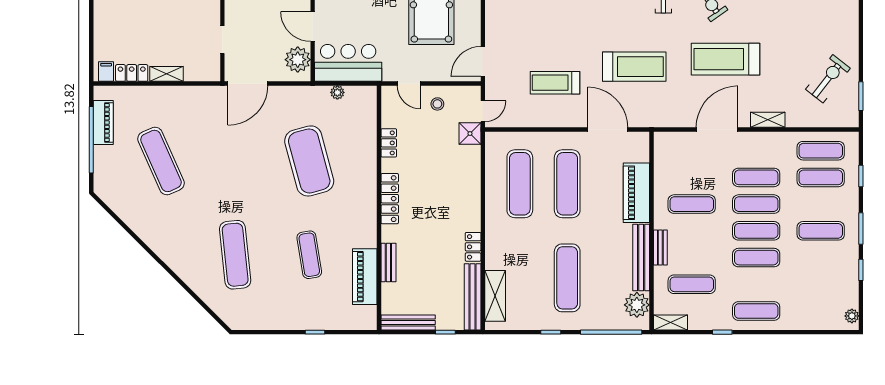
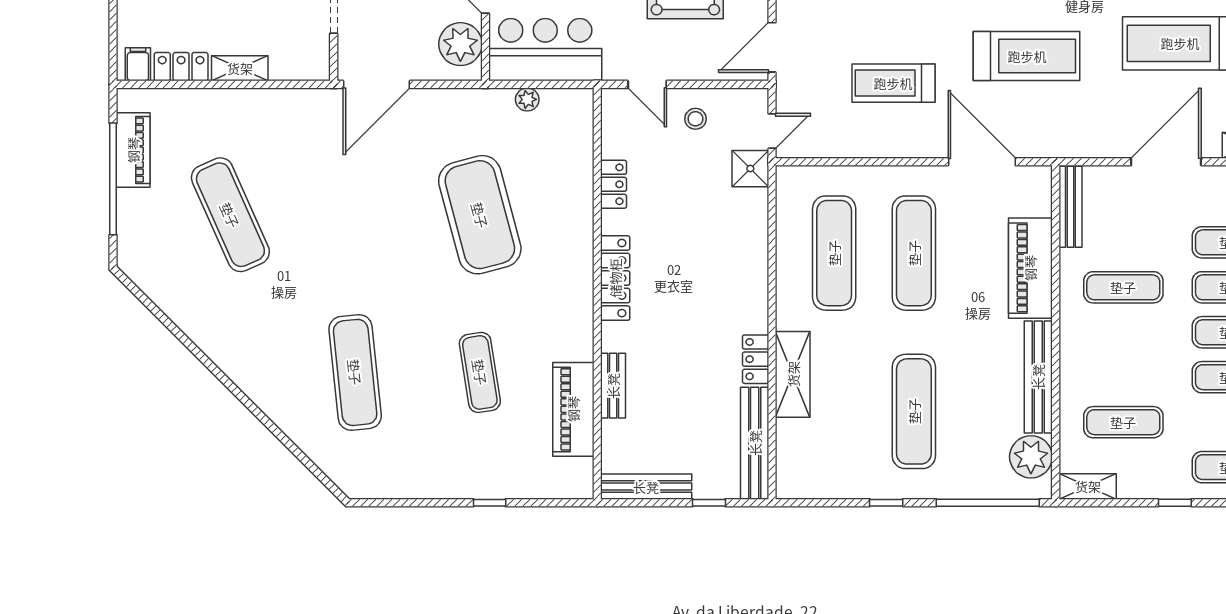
bench: (660, 247) -> (1070, 207), moved, width x1.36
shelving: (495, 296) -> (793, 374), moved

